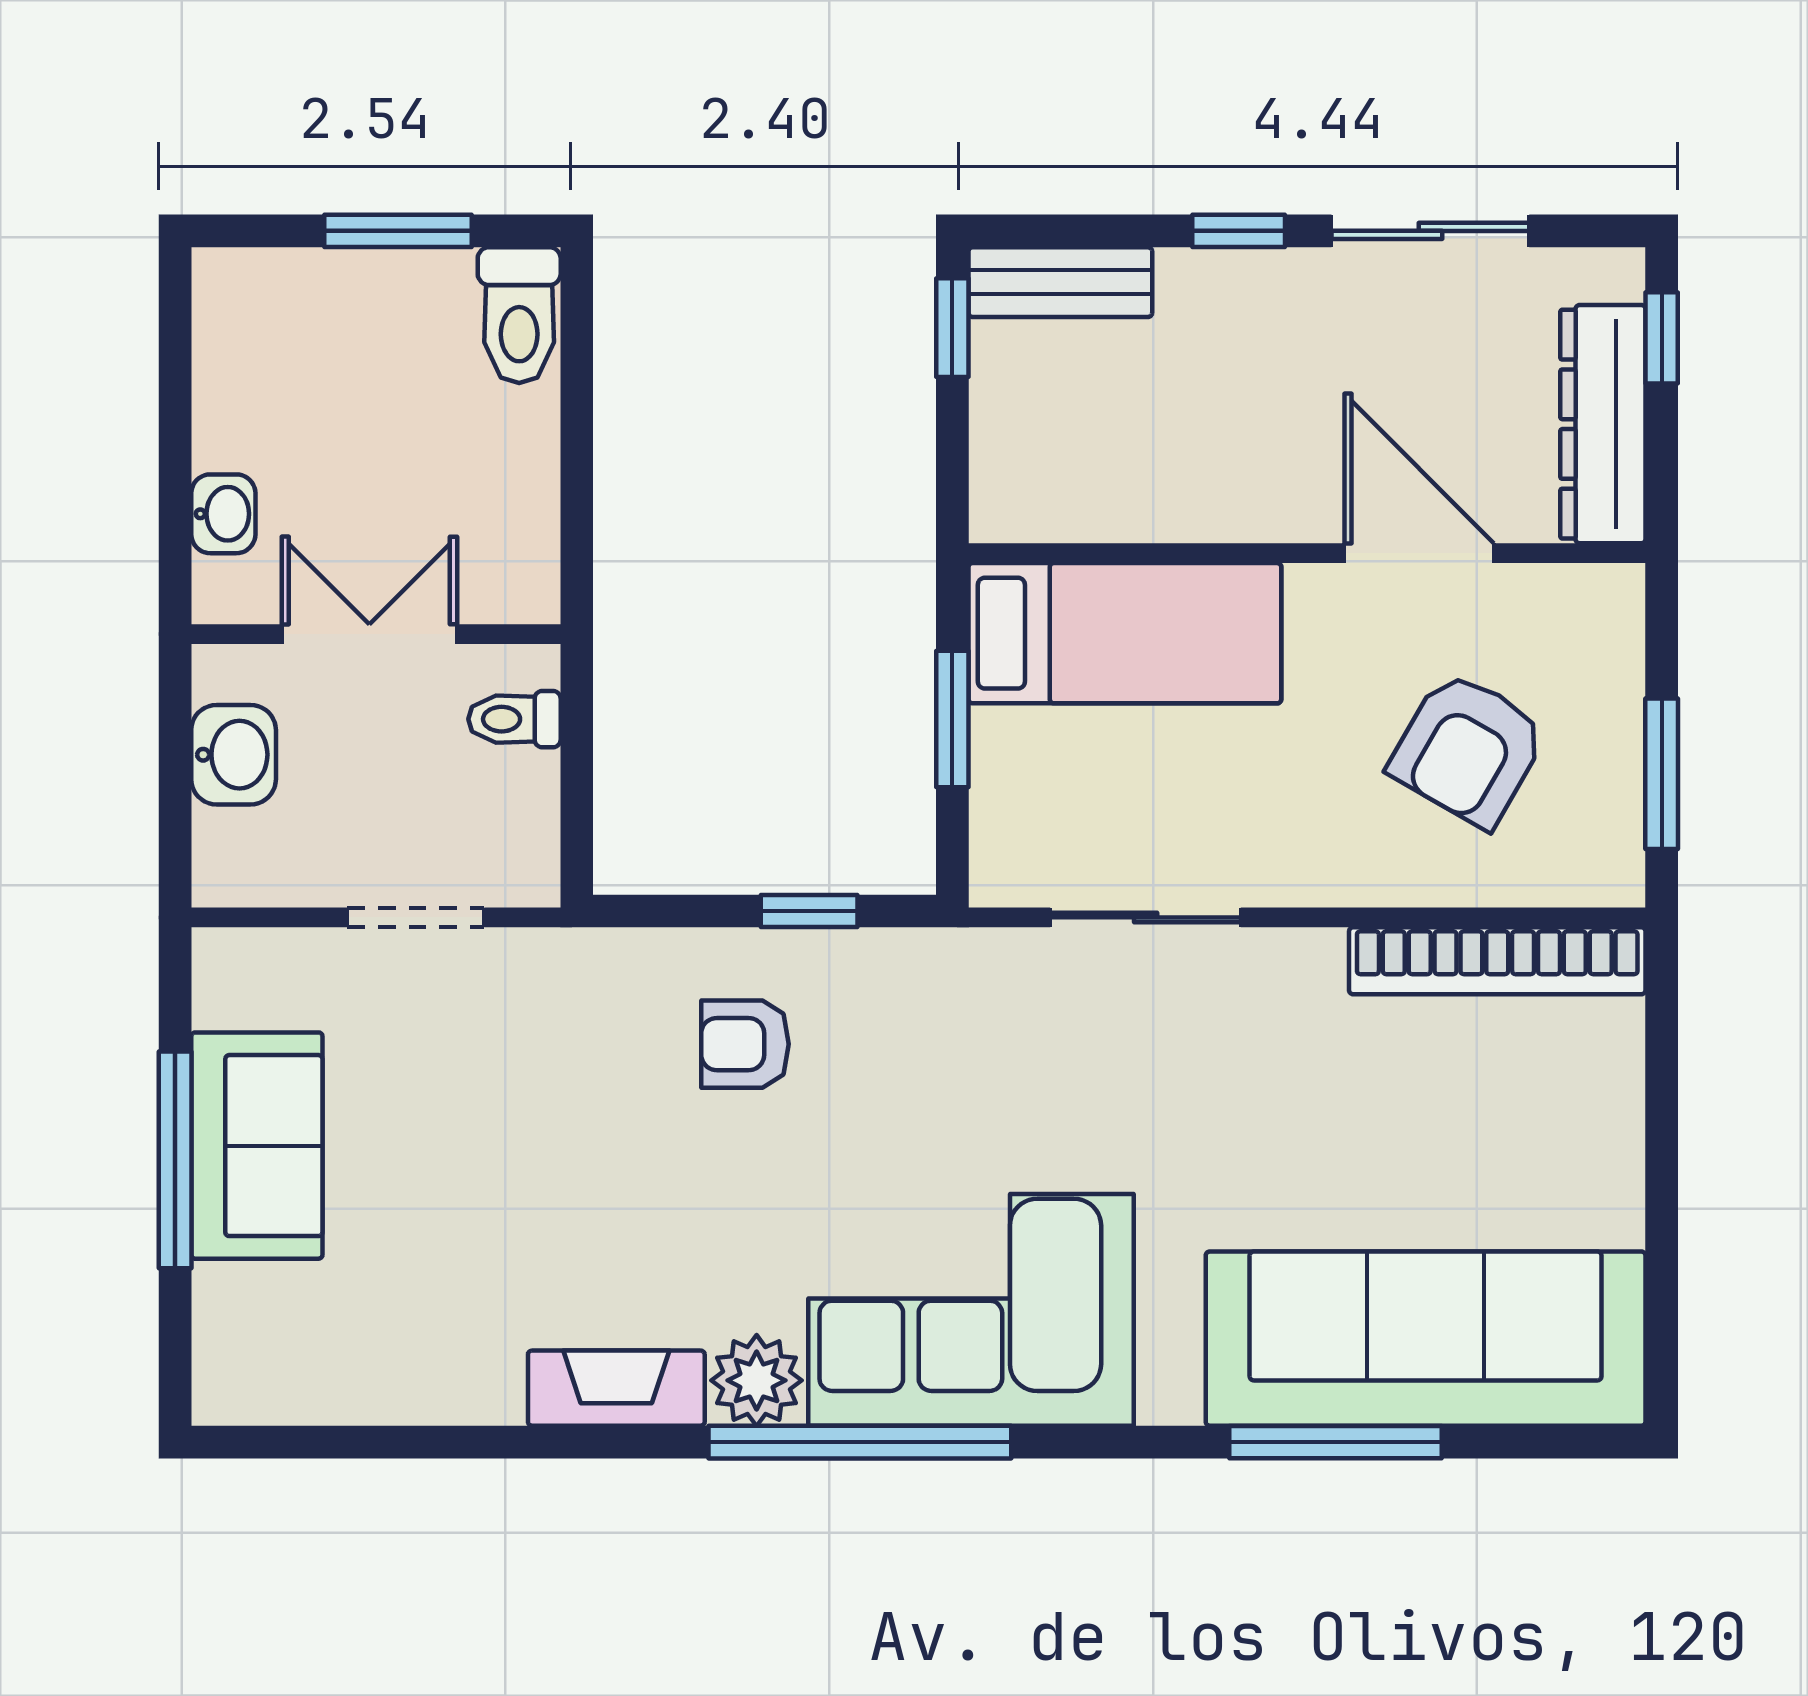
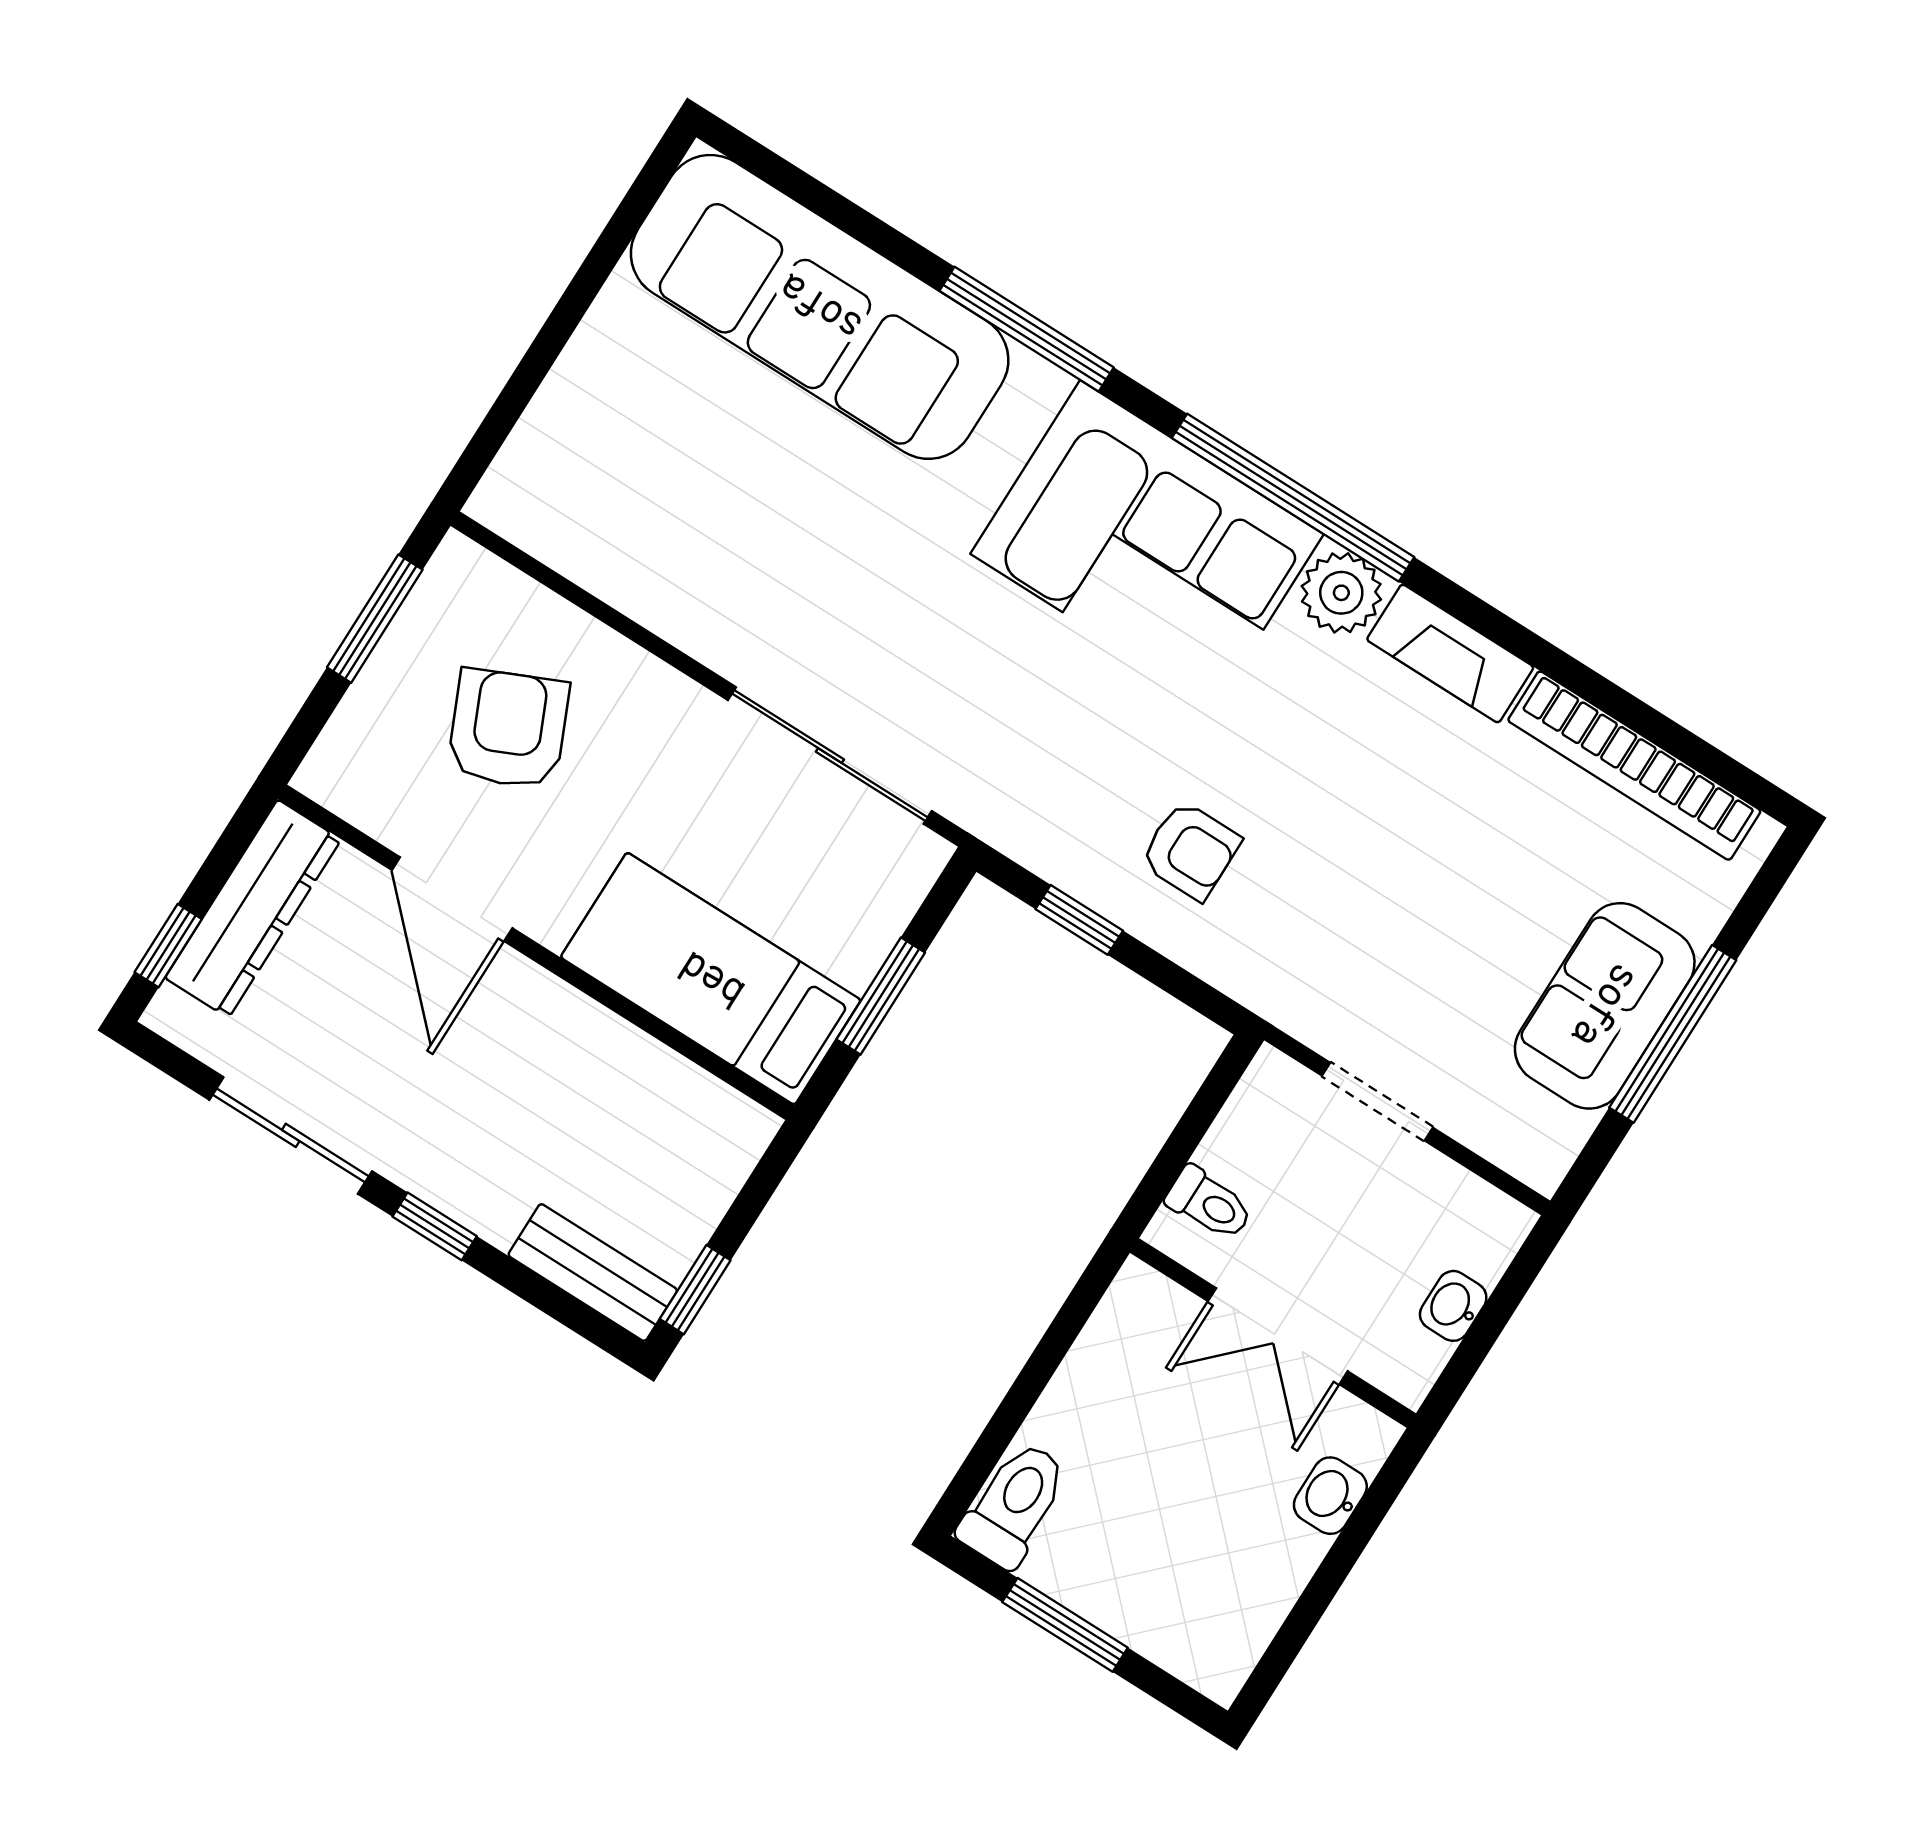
armchair: (1468, 749) -> (508, 729), turned -54
washbasin: (234, 755) -> (1453, 1306), width x0.72, depth x0.69
sliding door: (1146, 917) -> (830, 756), width x1.37
bookcase: (1497, 961) -> (1634, 766), moved, turned 180
window: (1335, 1442) -> (1027, 329), moved

